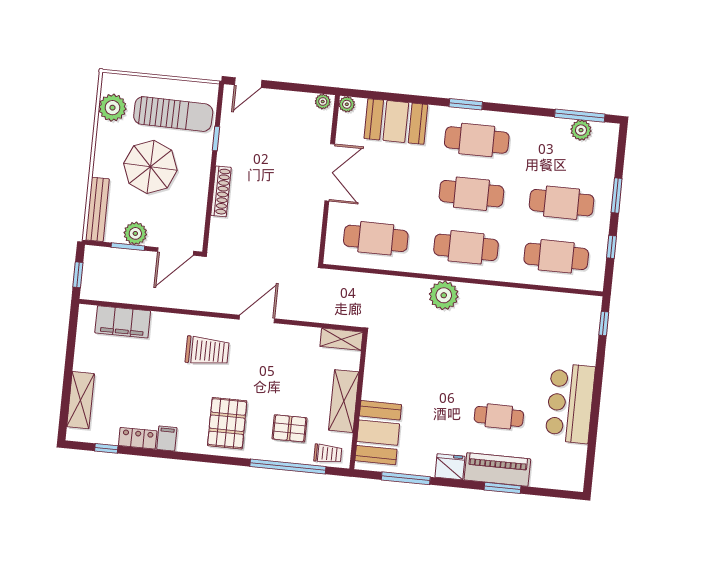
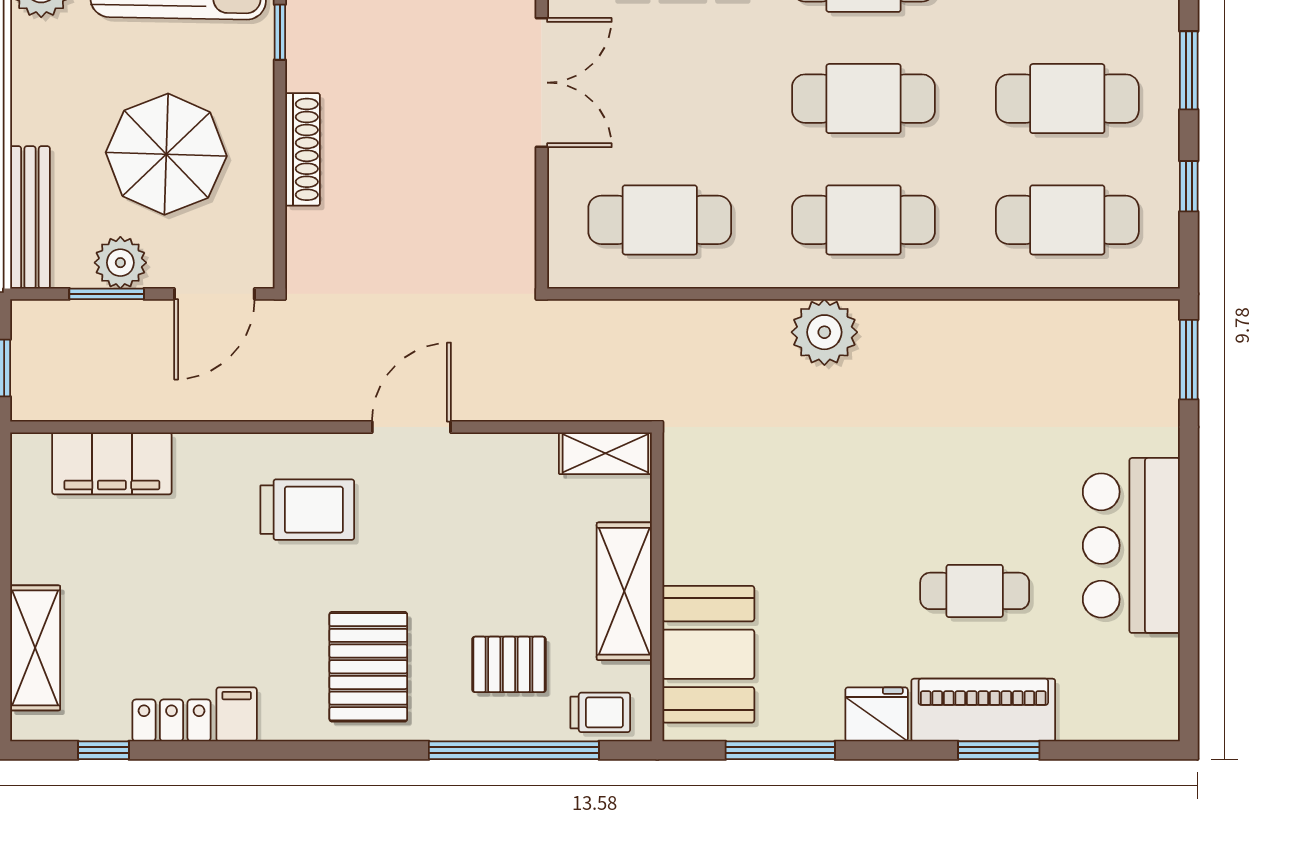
parasol: (150, 167) -> (166, 154), moved
window: (604, 324) -> (1189, 360), width x1.50

